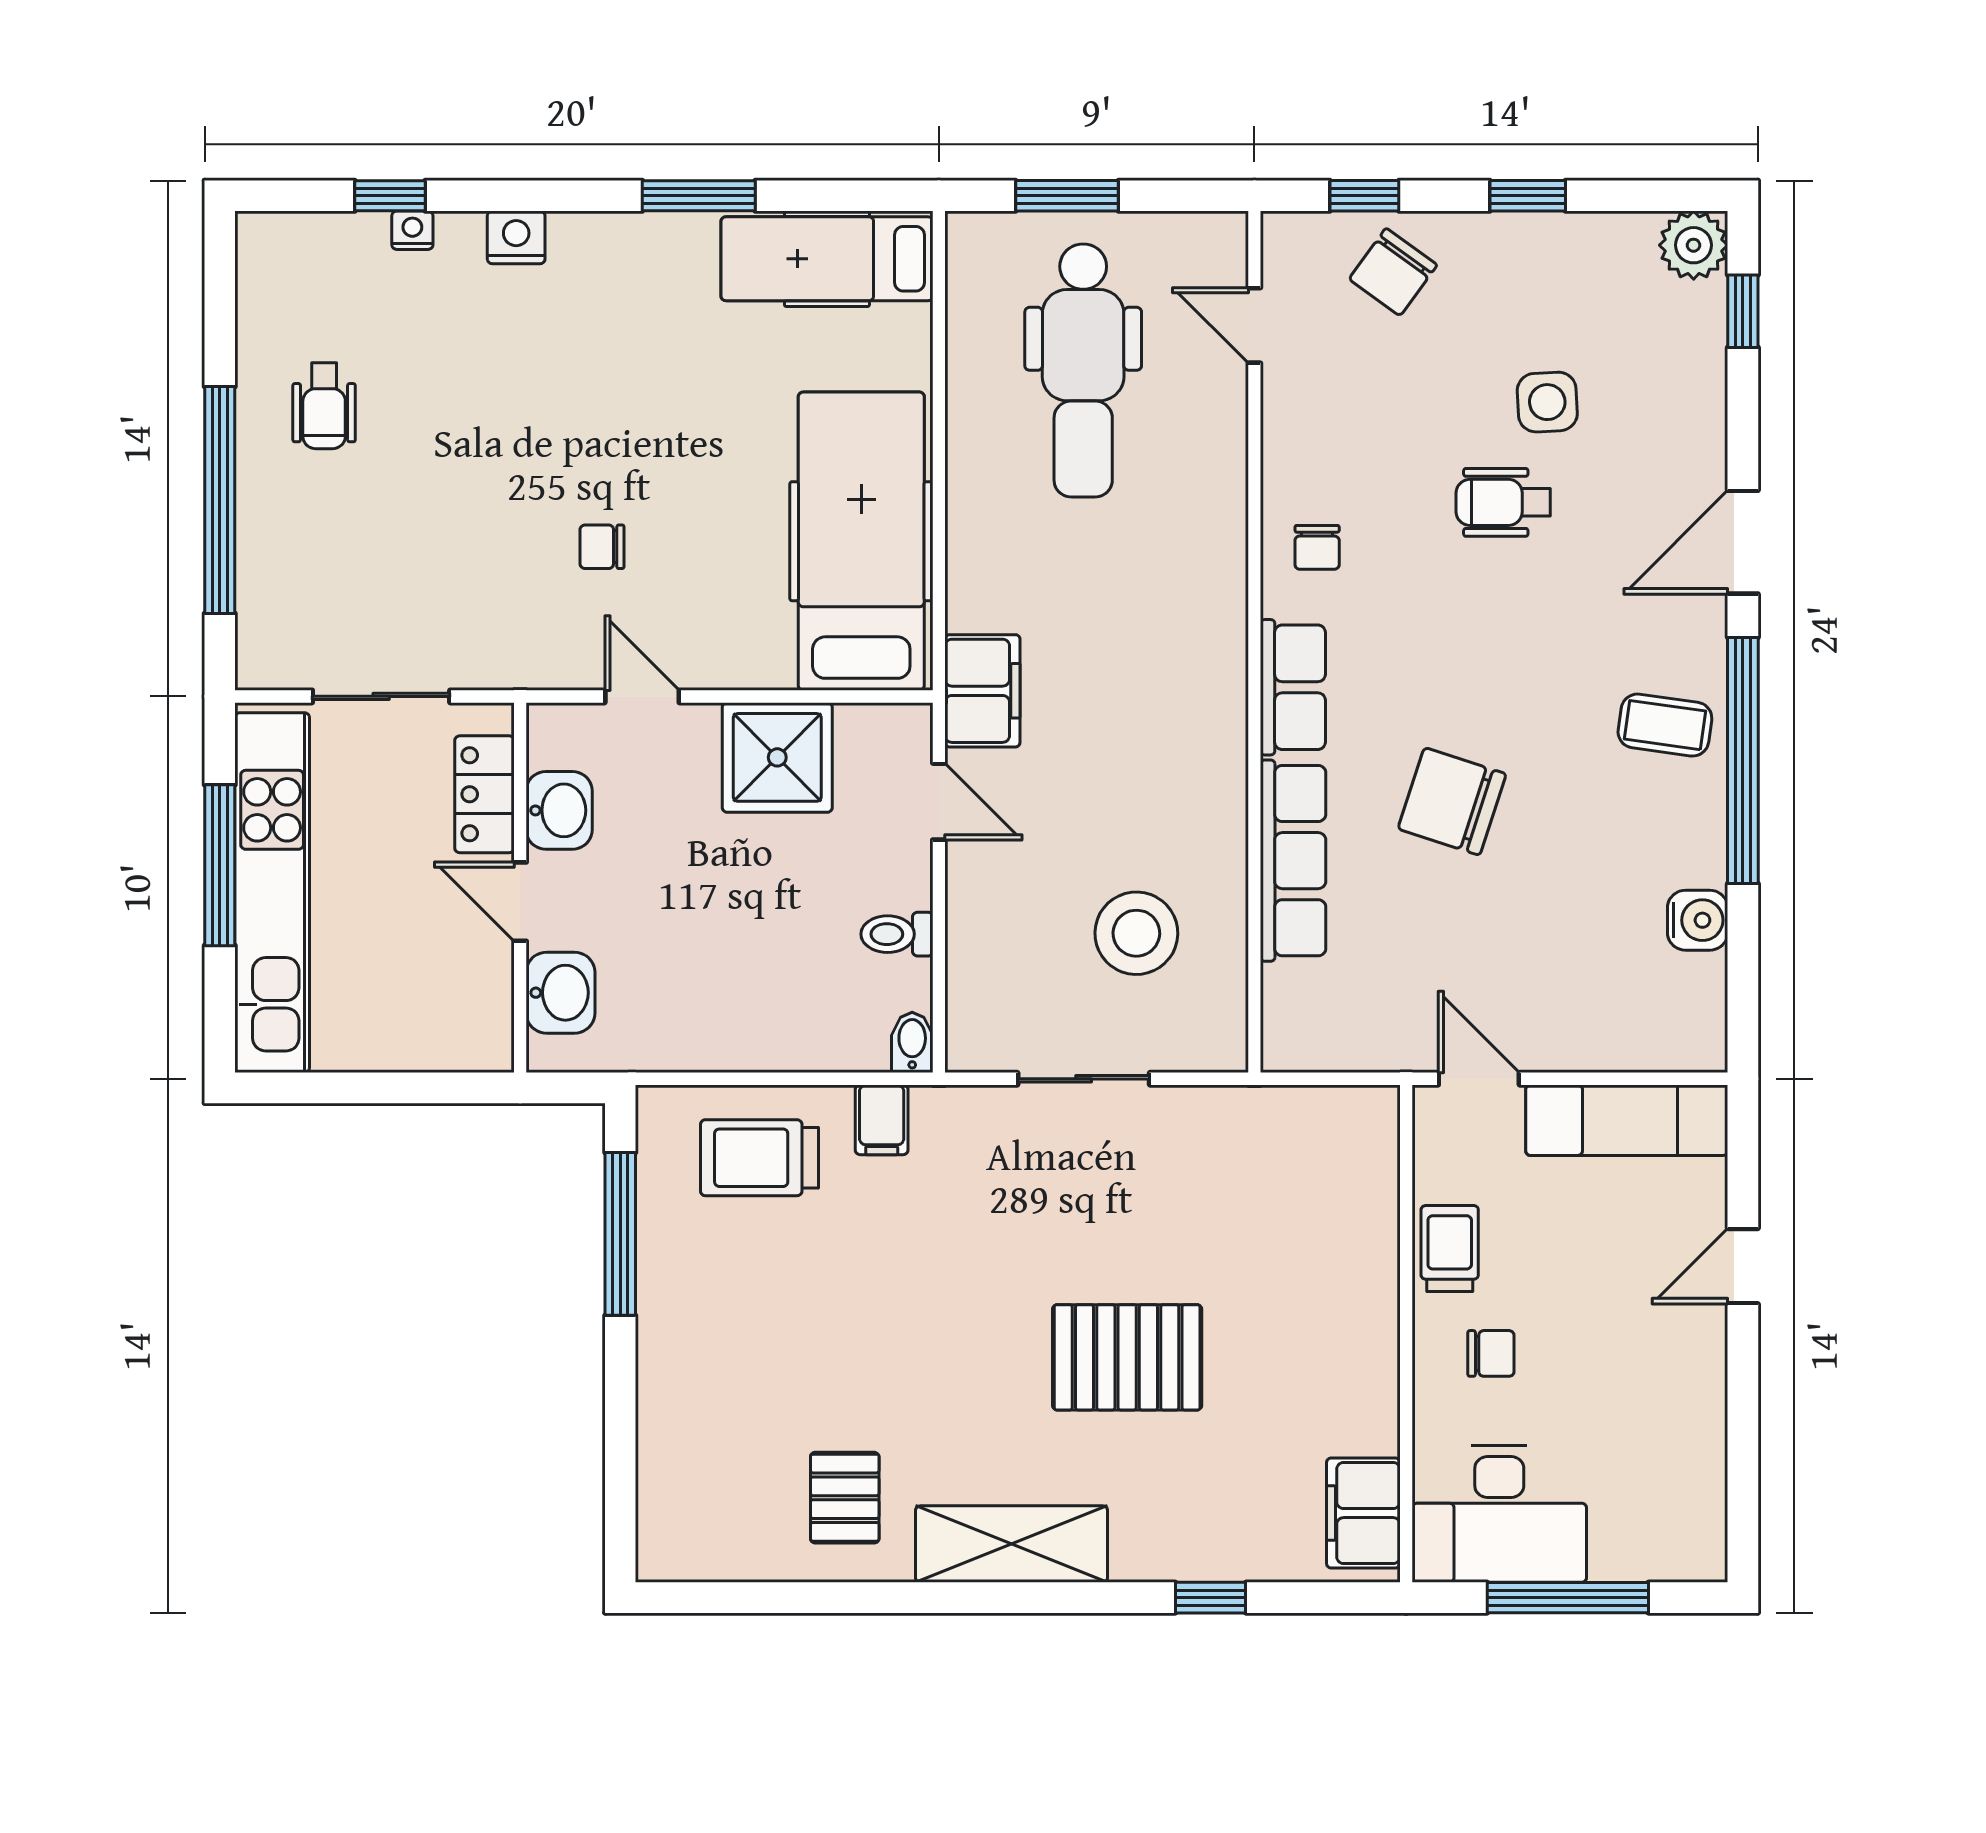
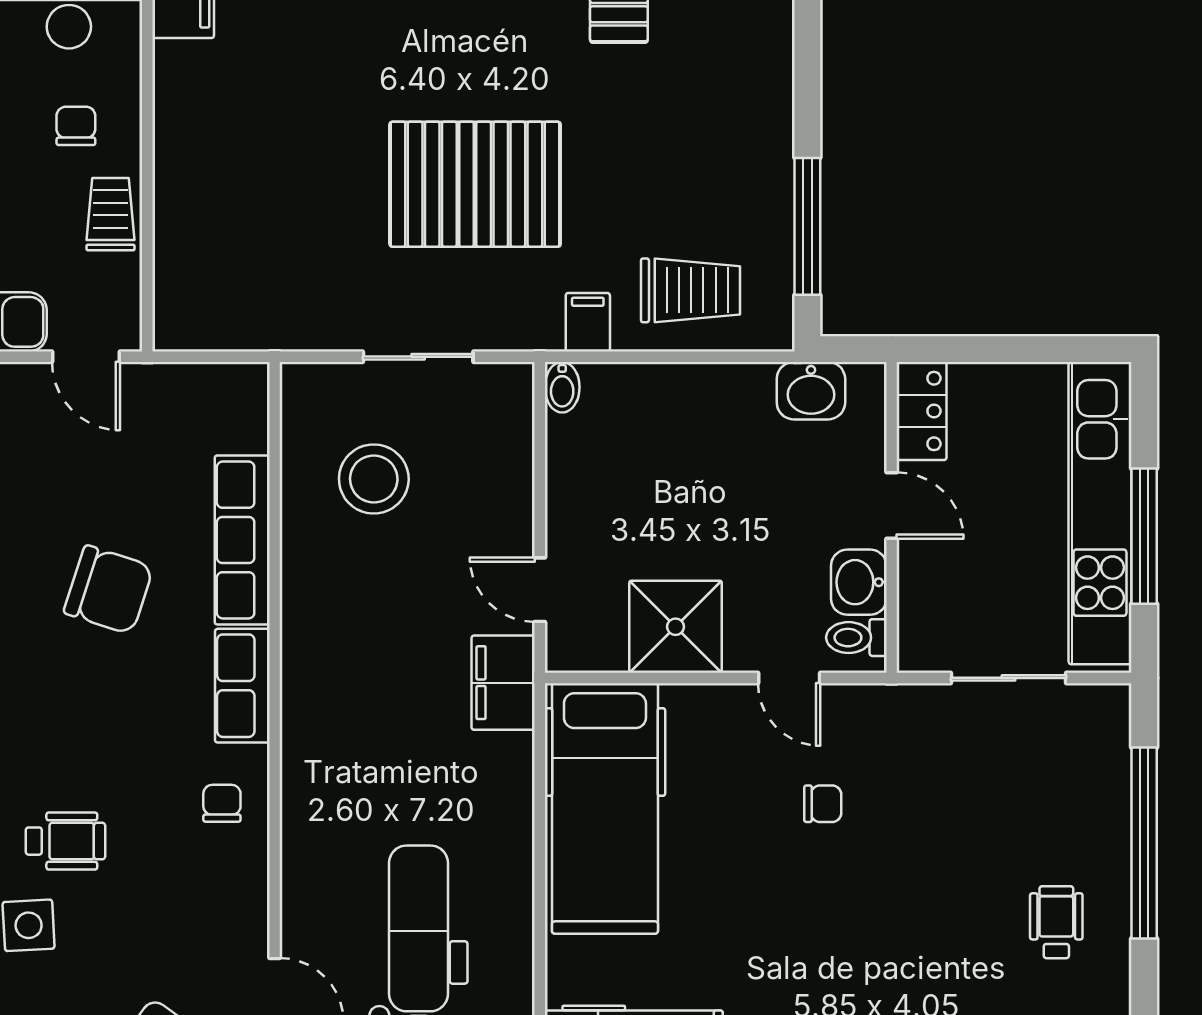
locker: (484, 794) -> (922, 411), moved
toilet: (897, 934) -> (856, 638), moved, turned 180
washbasin: (561, 993) -> (811, 391), moved, turned -90
trolley: (1450, 1248) -> (111, 214), turned 180
chair: (1491, 1353) -> (76, 126), turned 90
pallet: (1127, 1357) -> (475, 184), moved, width x1.37, depth x1.41

